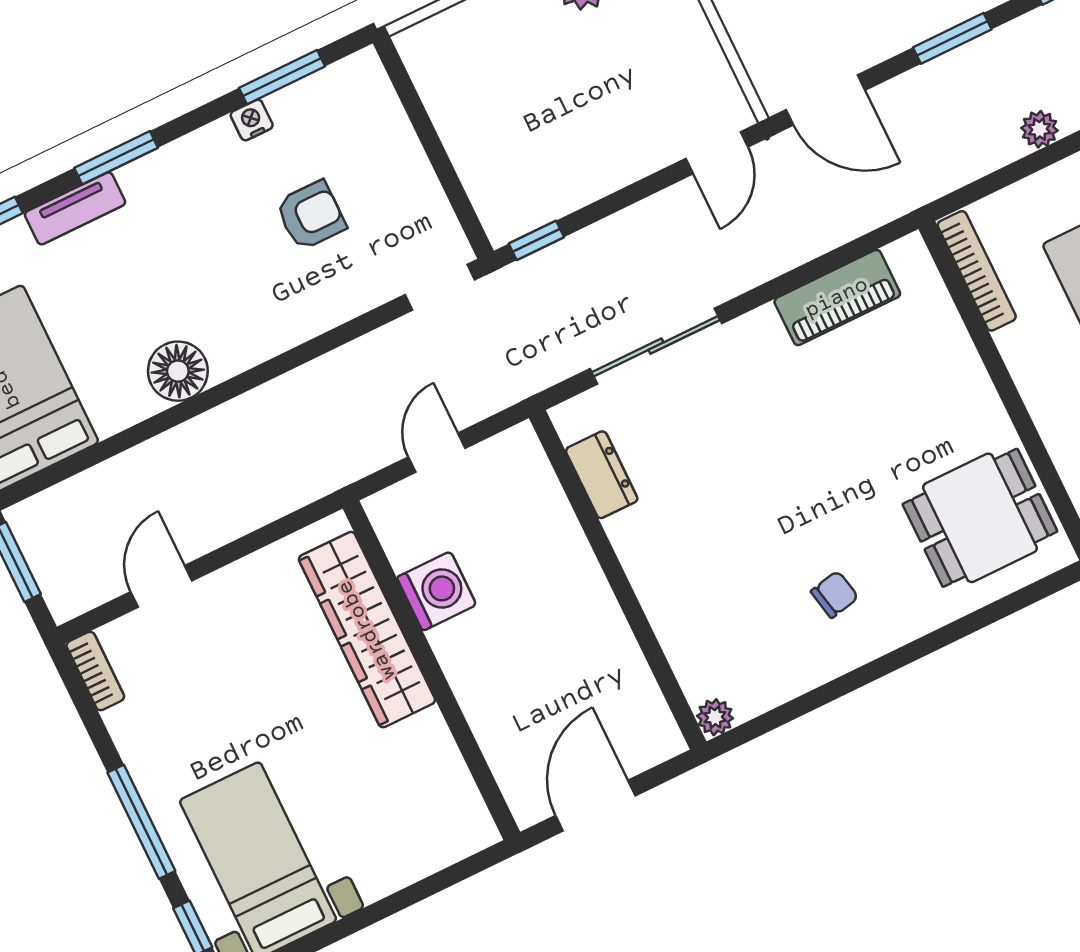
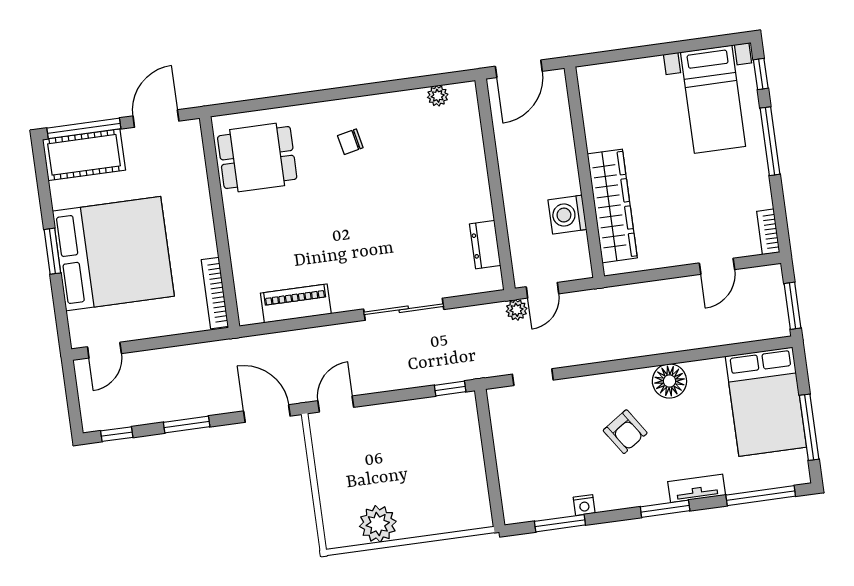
plant: (1039, 129) -> (517, 310), moved
armchair: (311, 215) -> (625, 432), moved, turned -124
doorway: (440, 287) -> (533, 377), moved
dresser: (602, 475) -> (485, 245), moved
wall: (618, 580) -> (495, 184), moved

